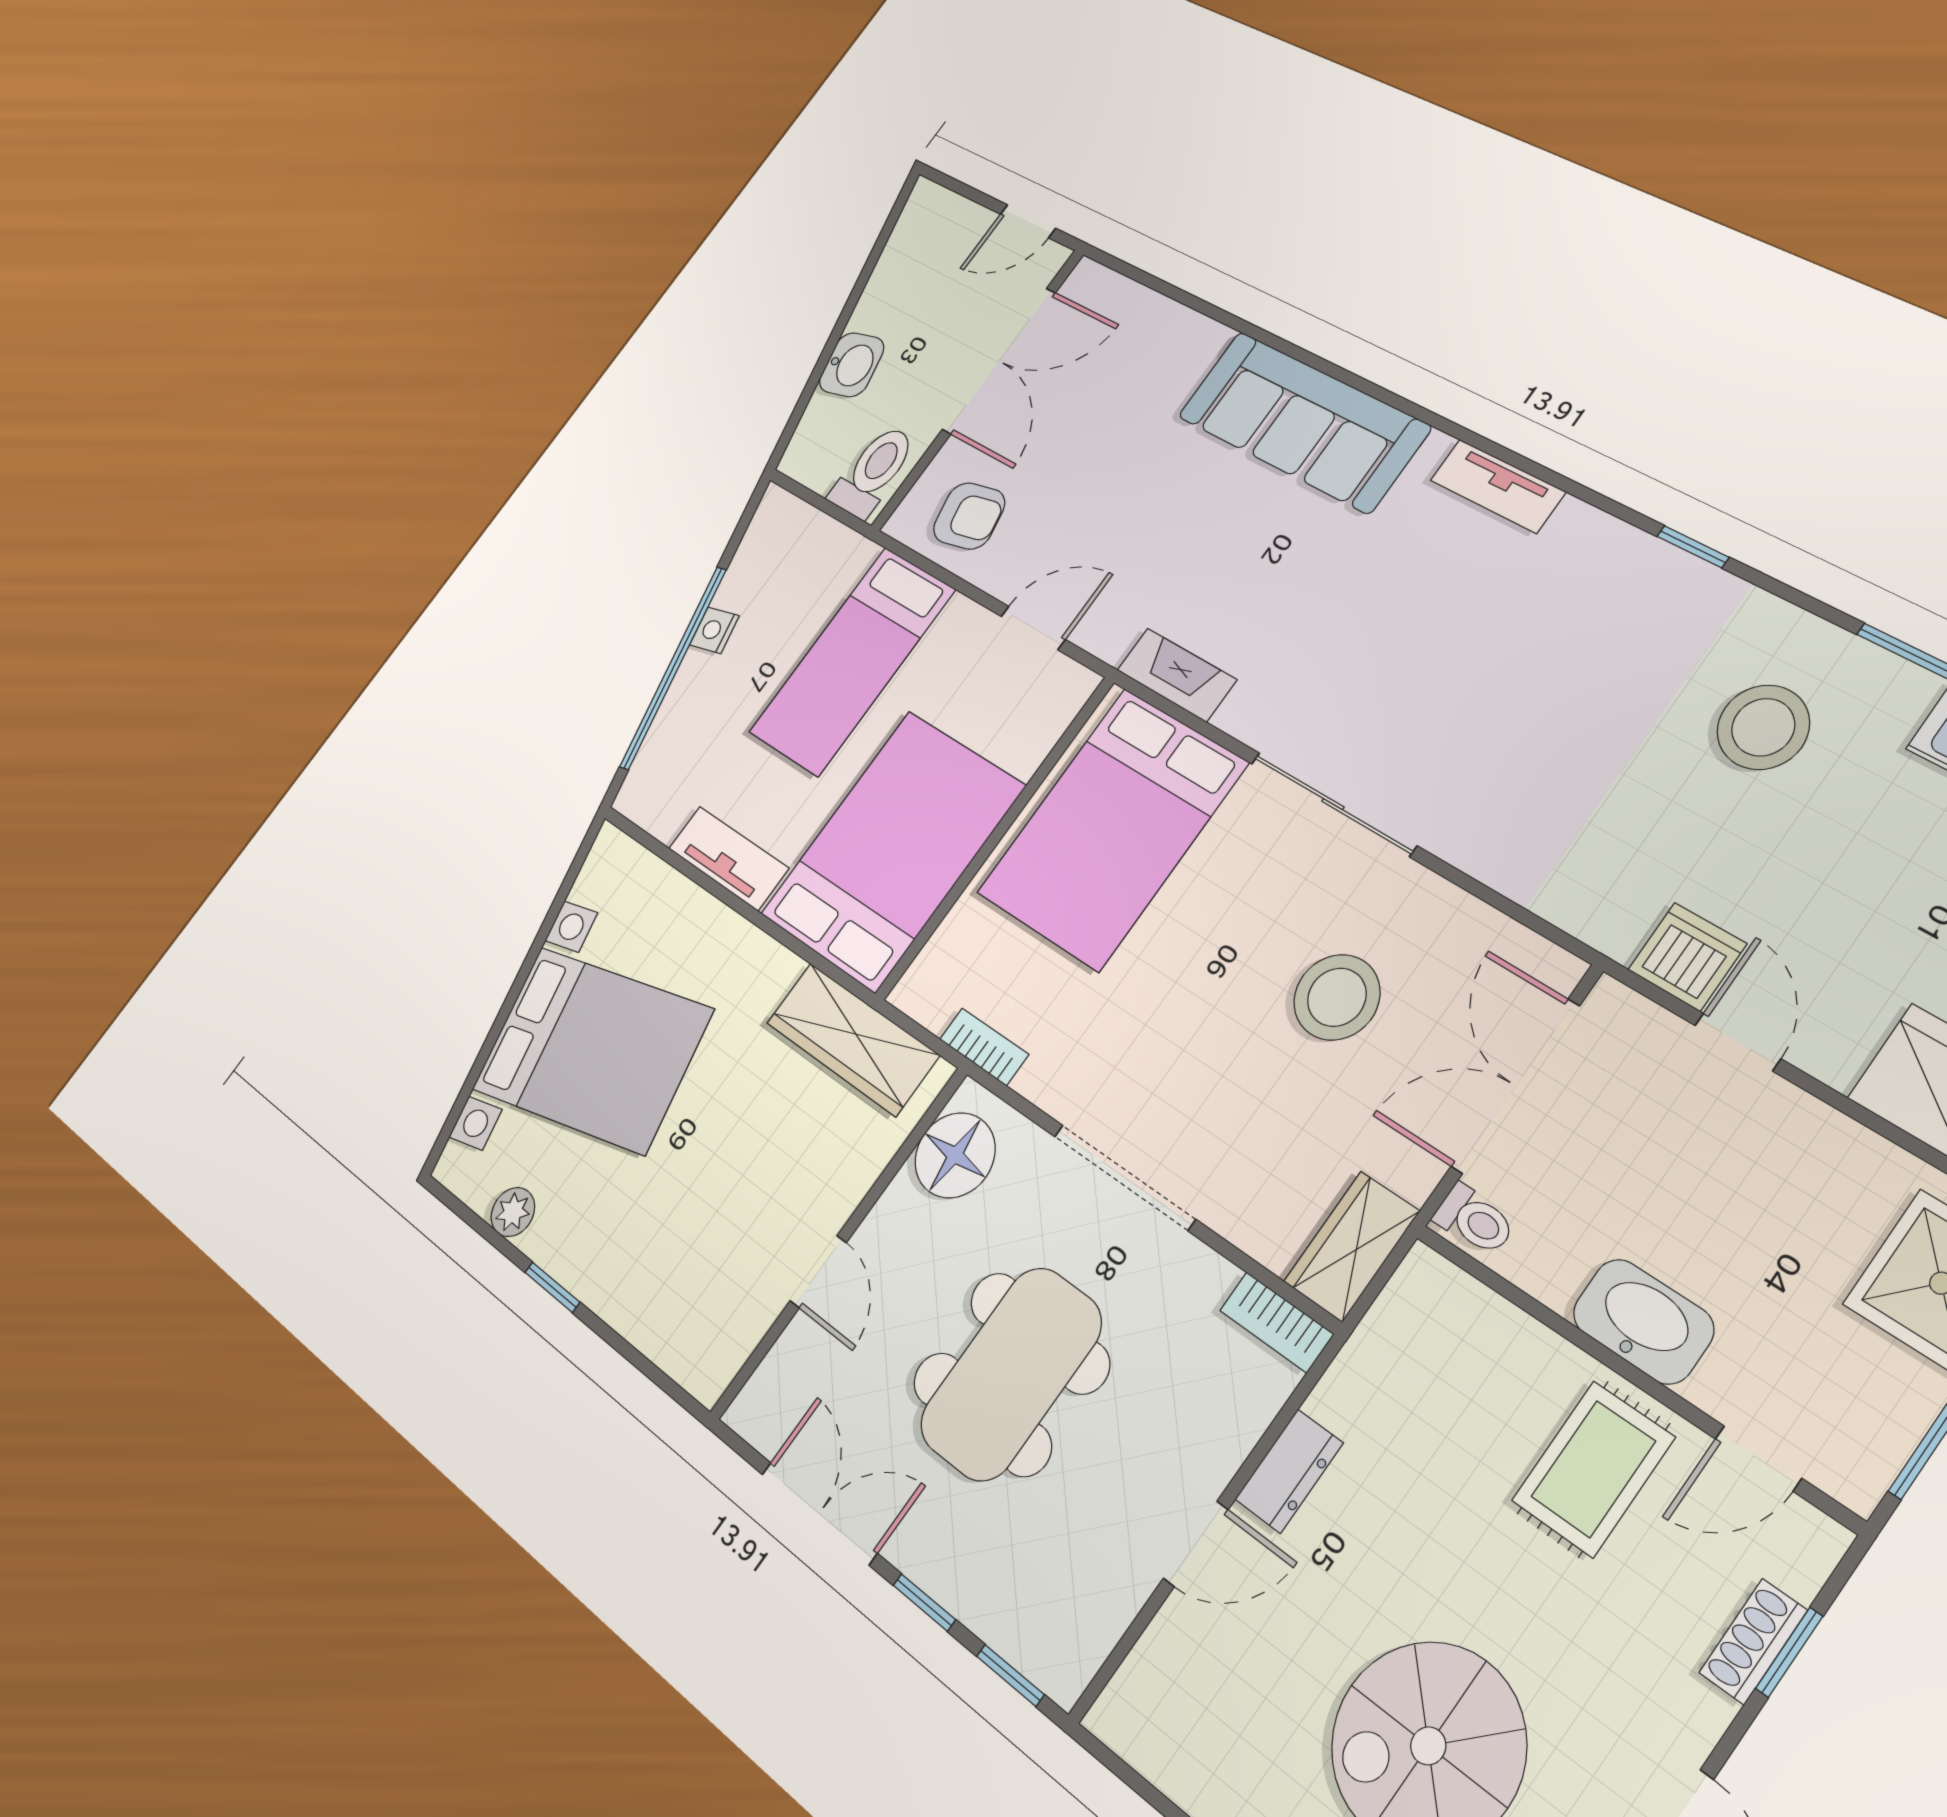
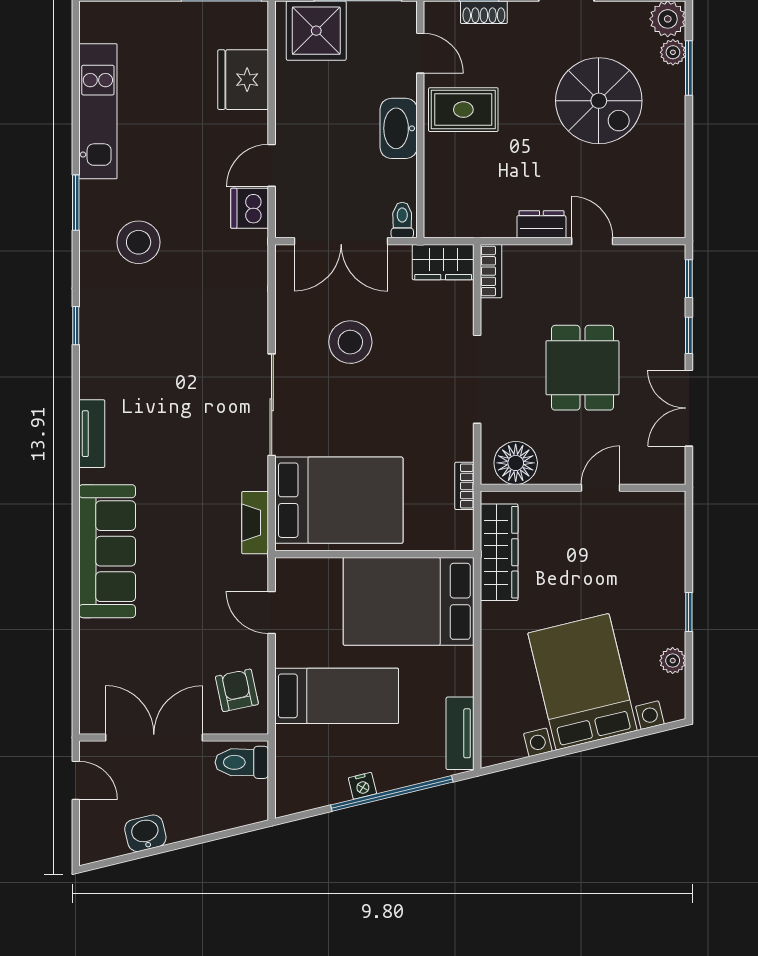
washbasin: (852, 365) -> (145, 833), moved
tv unit: (728, 858) -> (460, 733), moved
dining table: (1011, 1374) -> (582, 368), width x0.73

